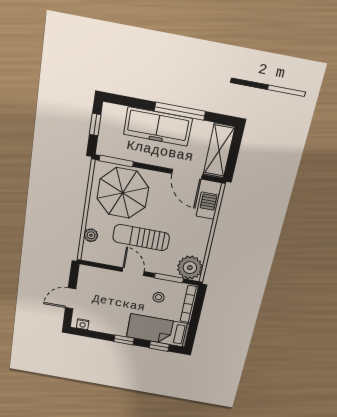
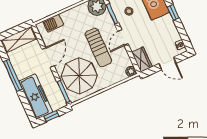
freezer: (158, 127) -> (36, 97), moved
door: (187, 174) -> (48, 58), moved
plant: (91, 235) -> (131, 71), moved
wardrobe: (94, 275) -> (142, 60), added

